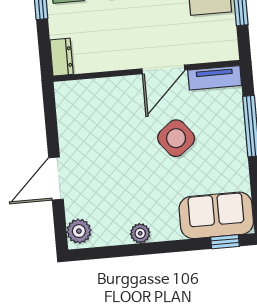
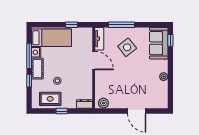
side table: (176, 138) -> (127, 47), moved
plant: (79, 231) -> (103, 103), moved

